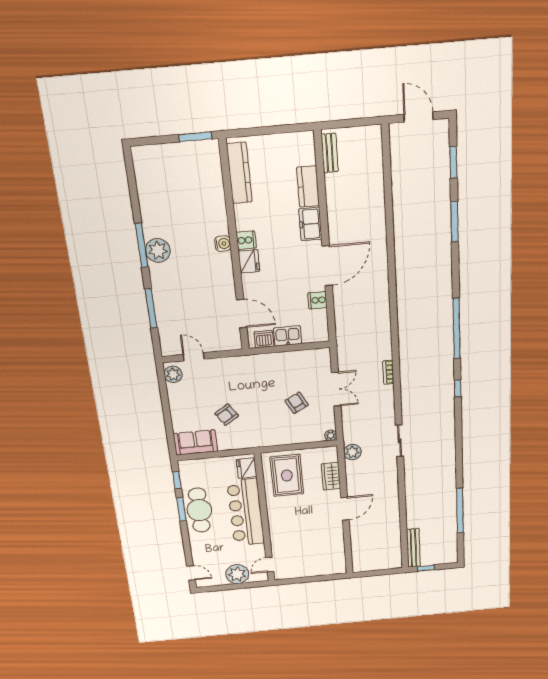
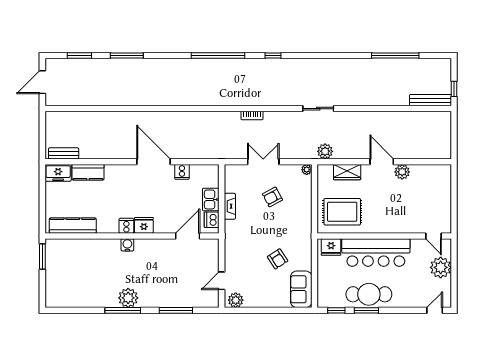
freezer: (310, 224) -> (58, 173), moved
fireplace: (282, 358) -> (230, 206), added
plant: (335, 529) -> (402, 172), added

